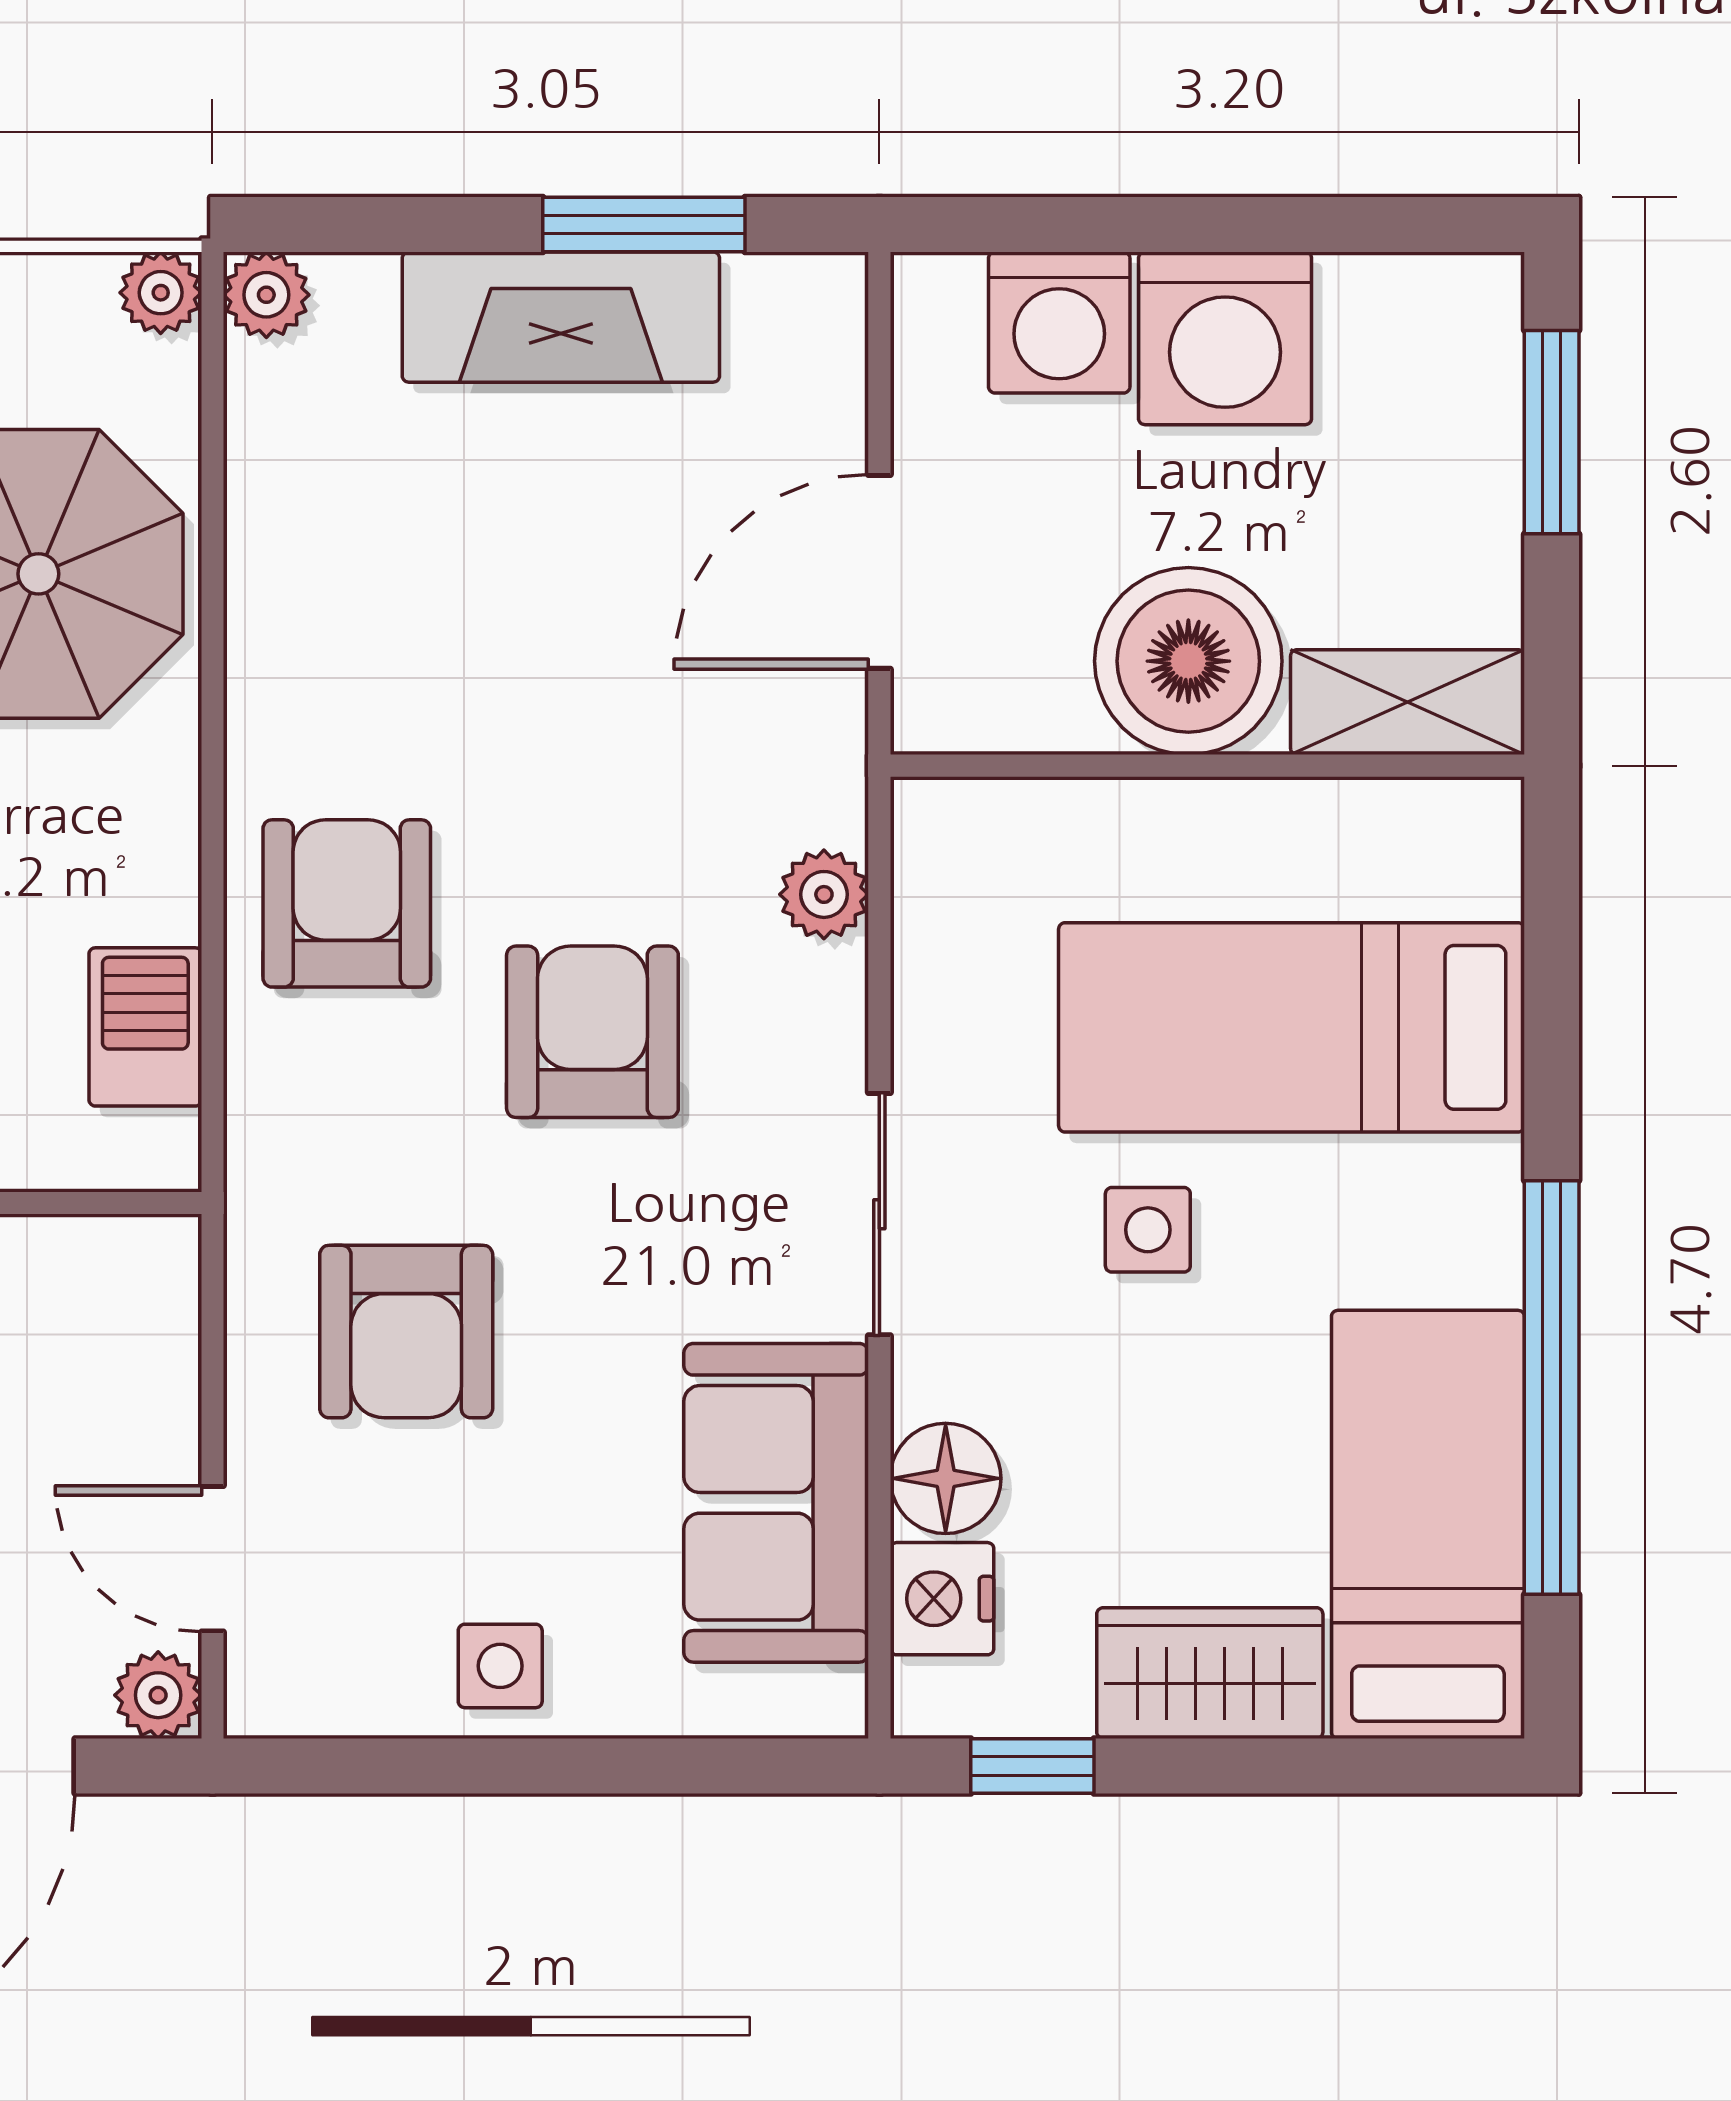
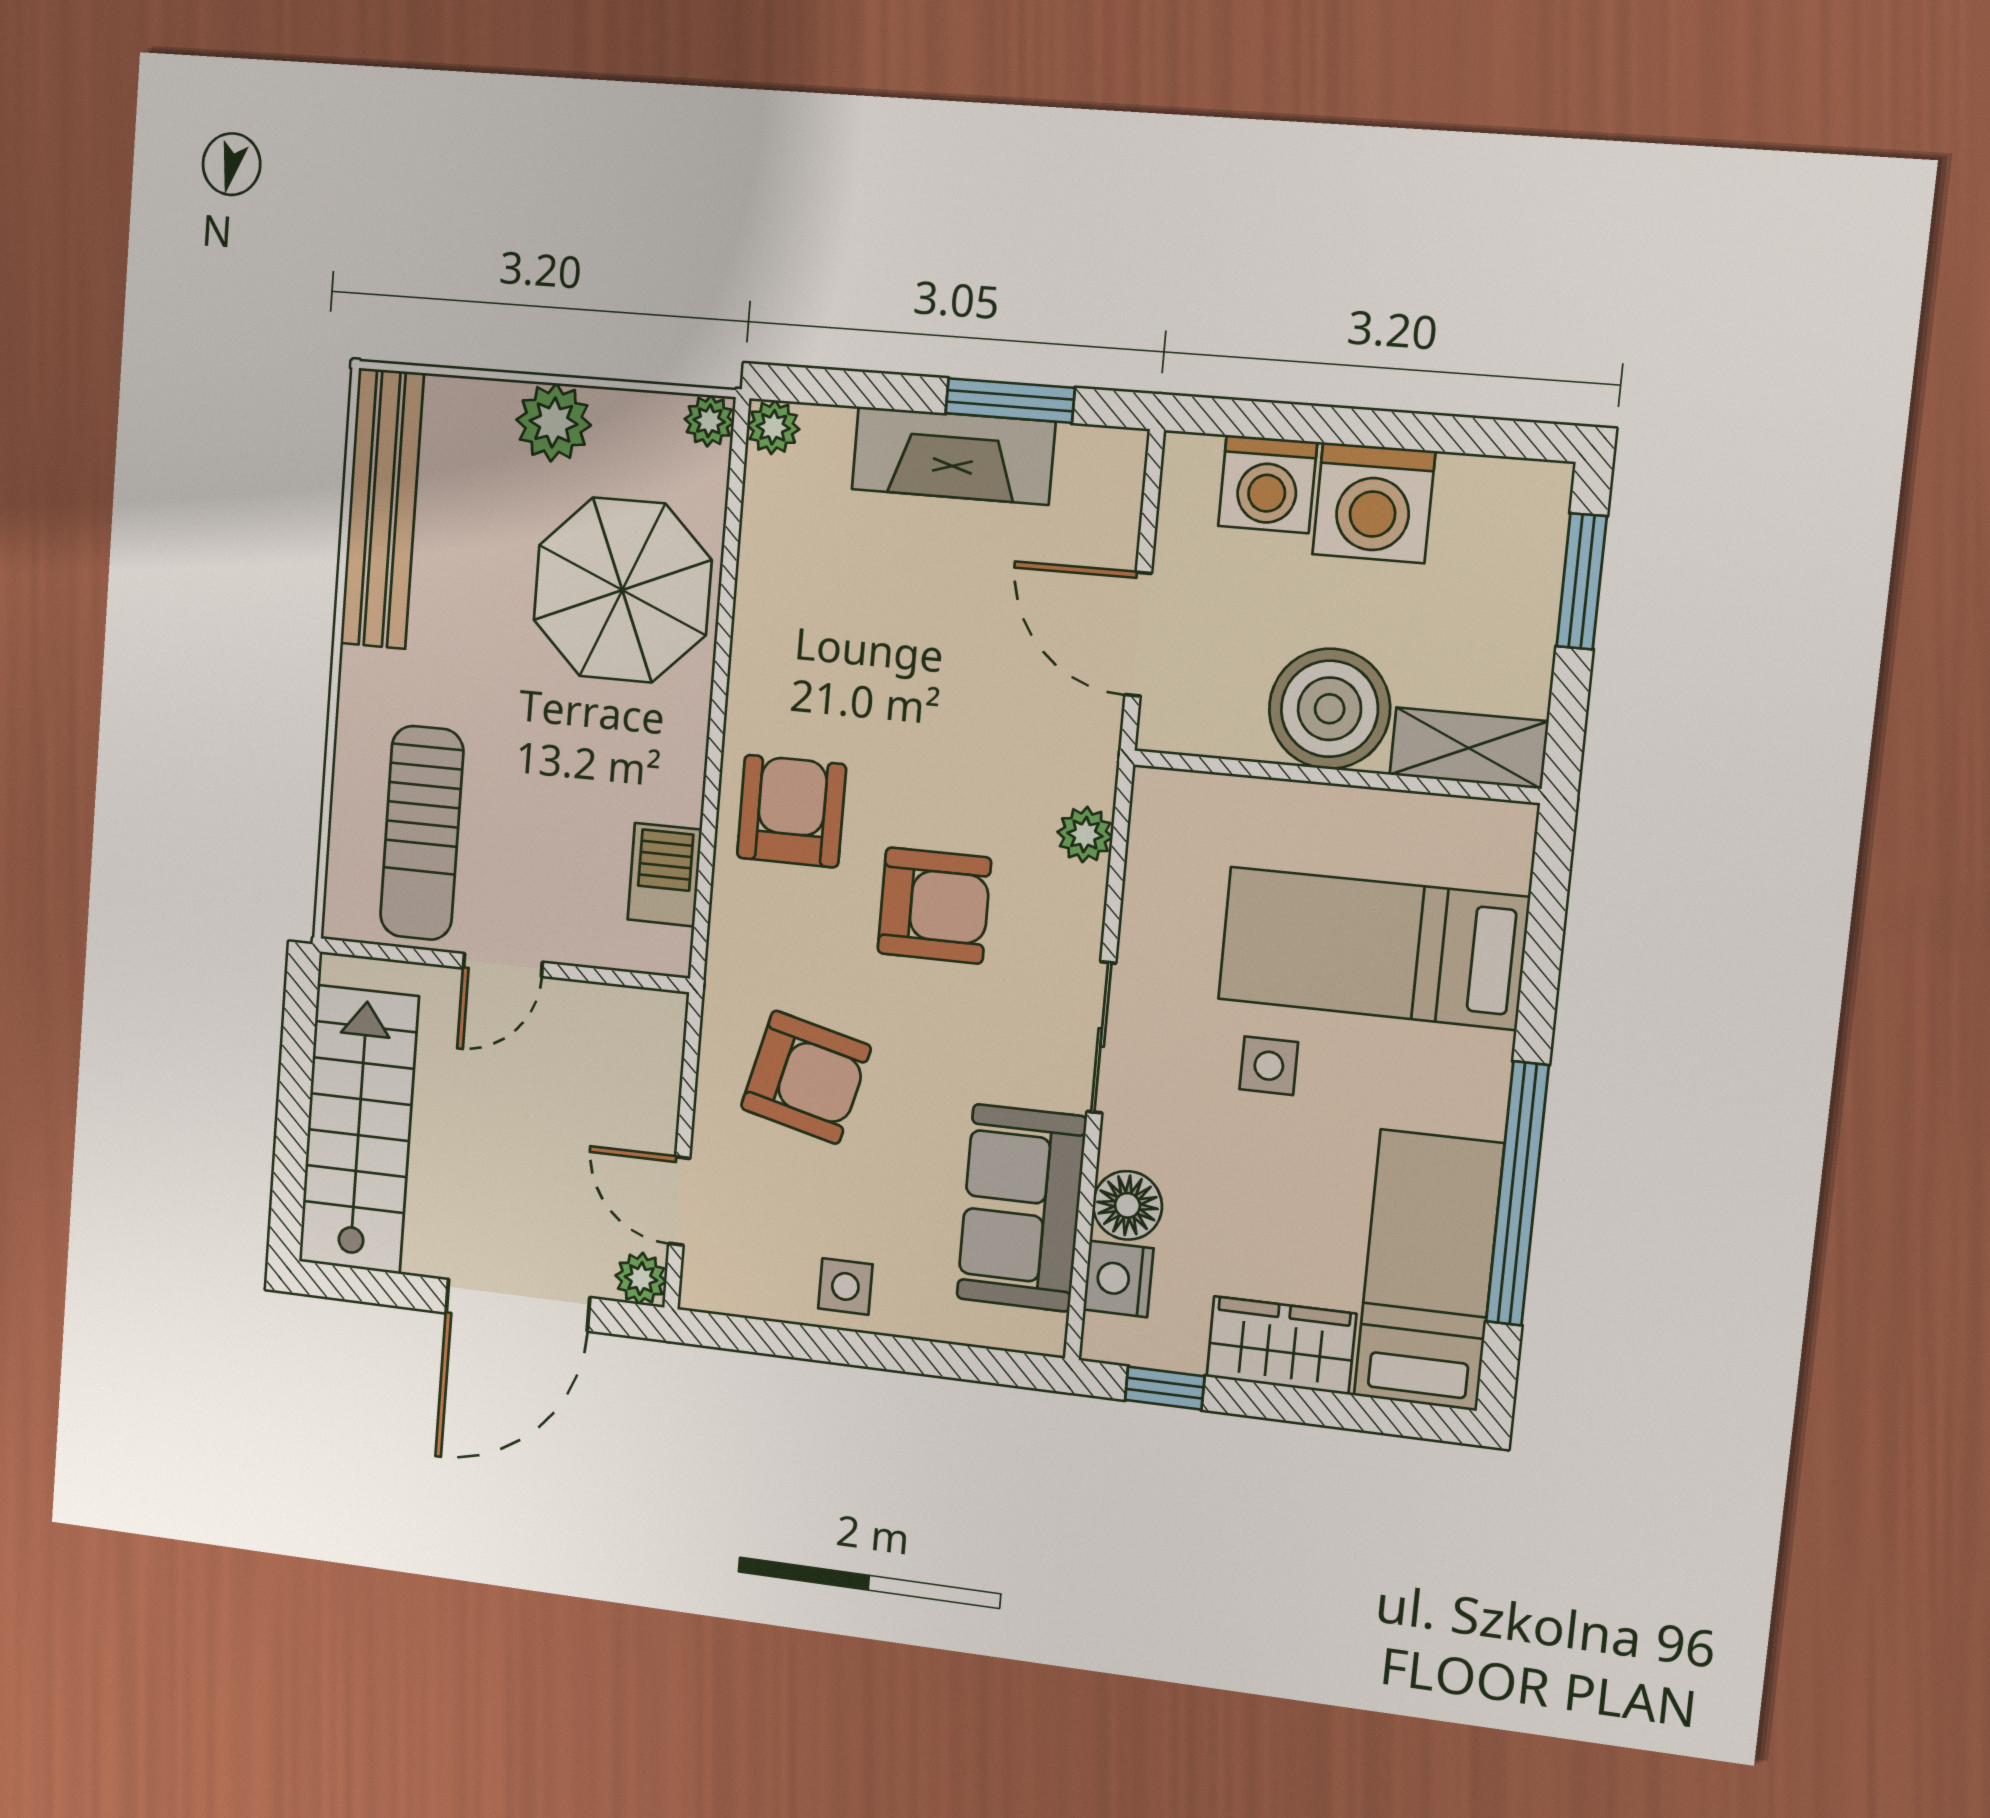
door: (879, 572) -> (1138, 634), hinge flipped
armchair: (592, 1032) -> (934, 906), turned 90
armchair: (406, 1332) -> (806, 1077), turned -76

